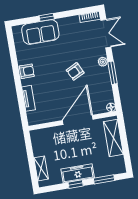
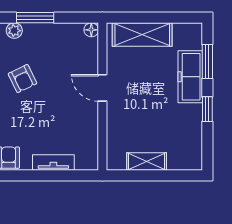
door: (78, 120) -> (102, 88), width x0.53
shelving: (41, 168) -> (147, 161), moved
freezer: (78, 173) -> (190, 77), moved

